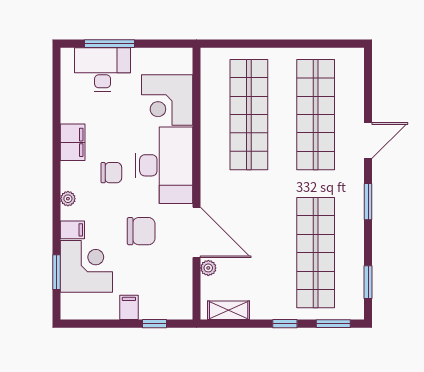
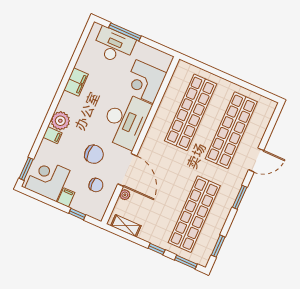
chair: (111, 173) -> (96, 185), moved
plant: (68, 199) -> (60, 121), width x1.88, depth x1.88
corner desk: (86, 266) -> (47, 179), moved, turned -90
window: (56, 272) -> (26, 169), moved

